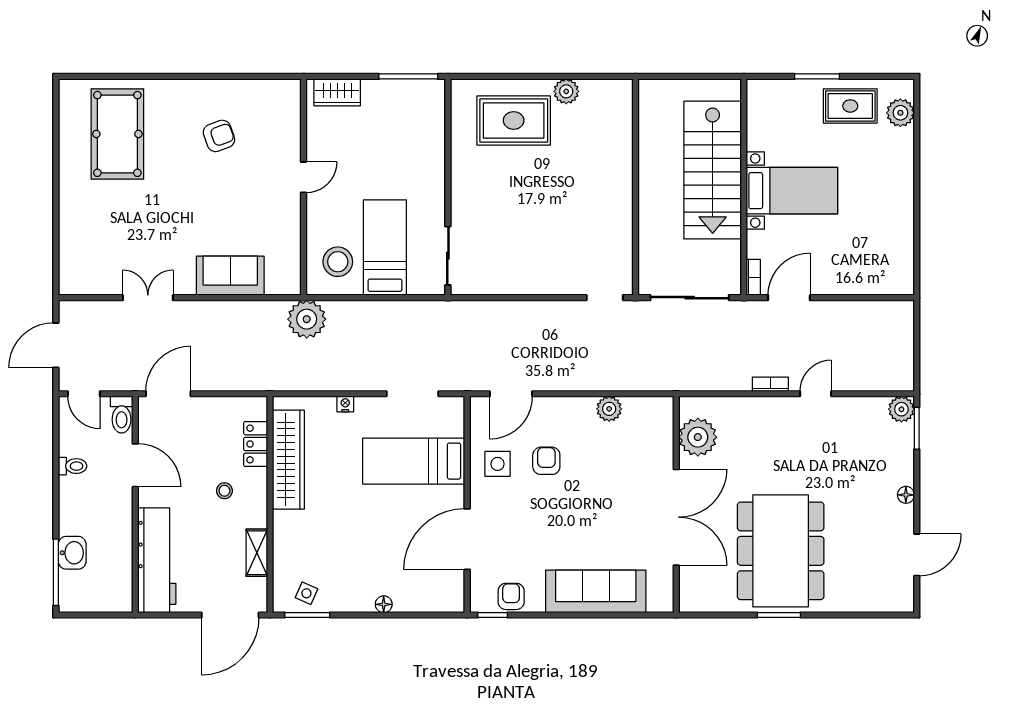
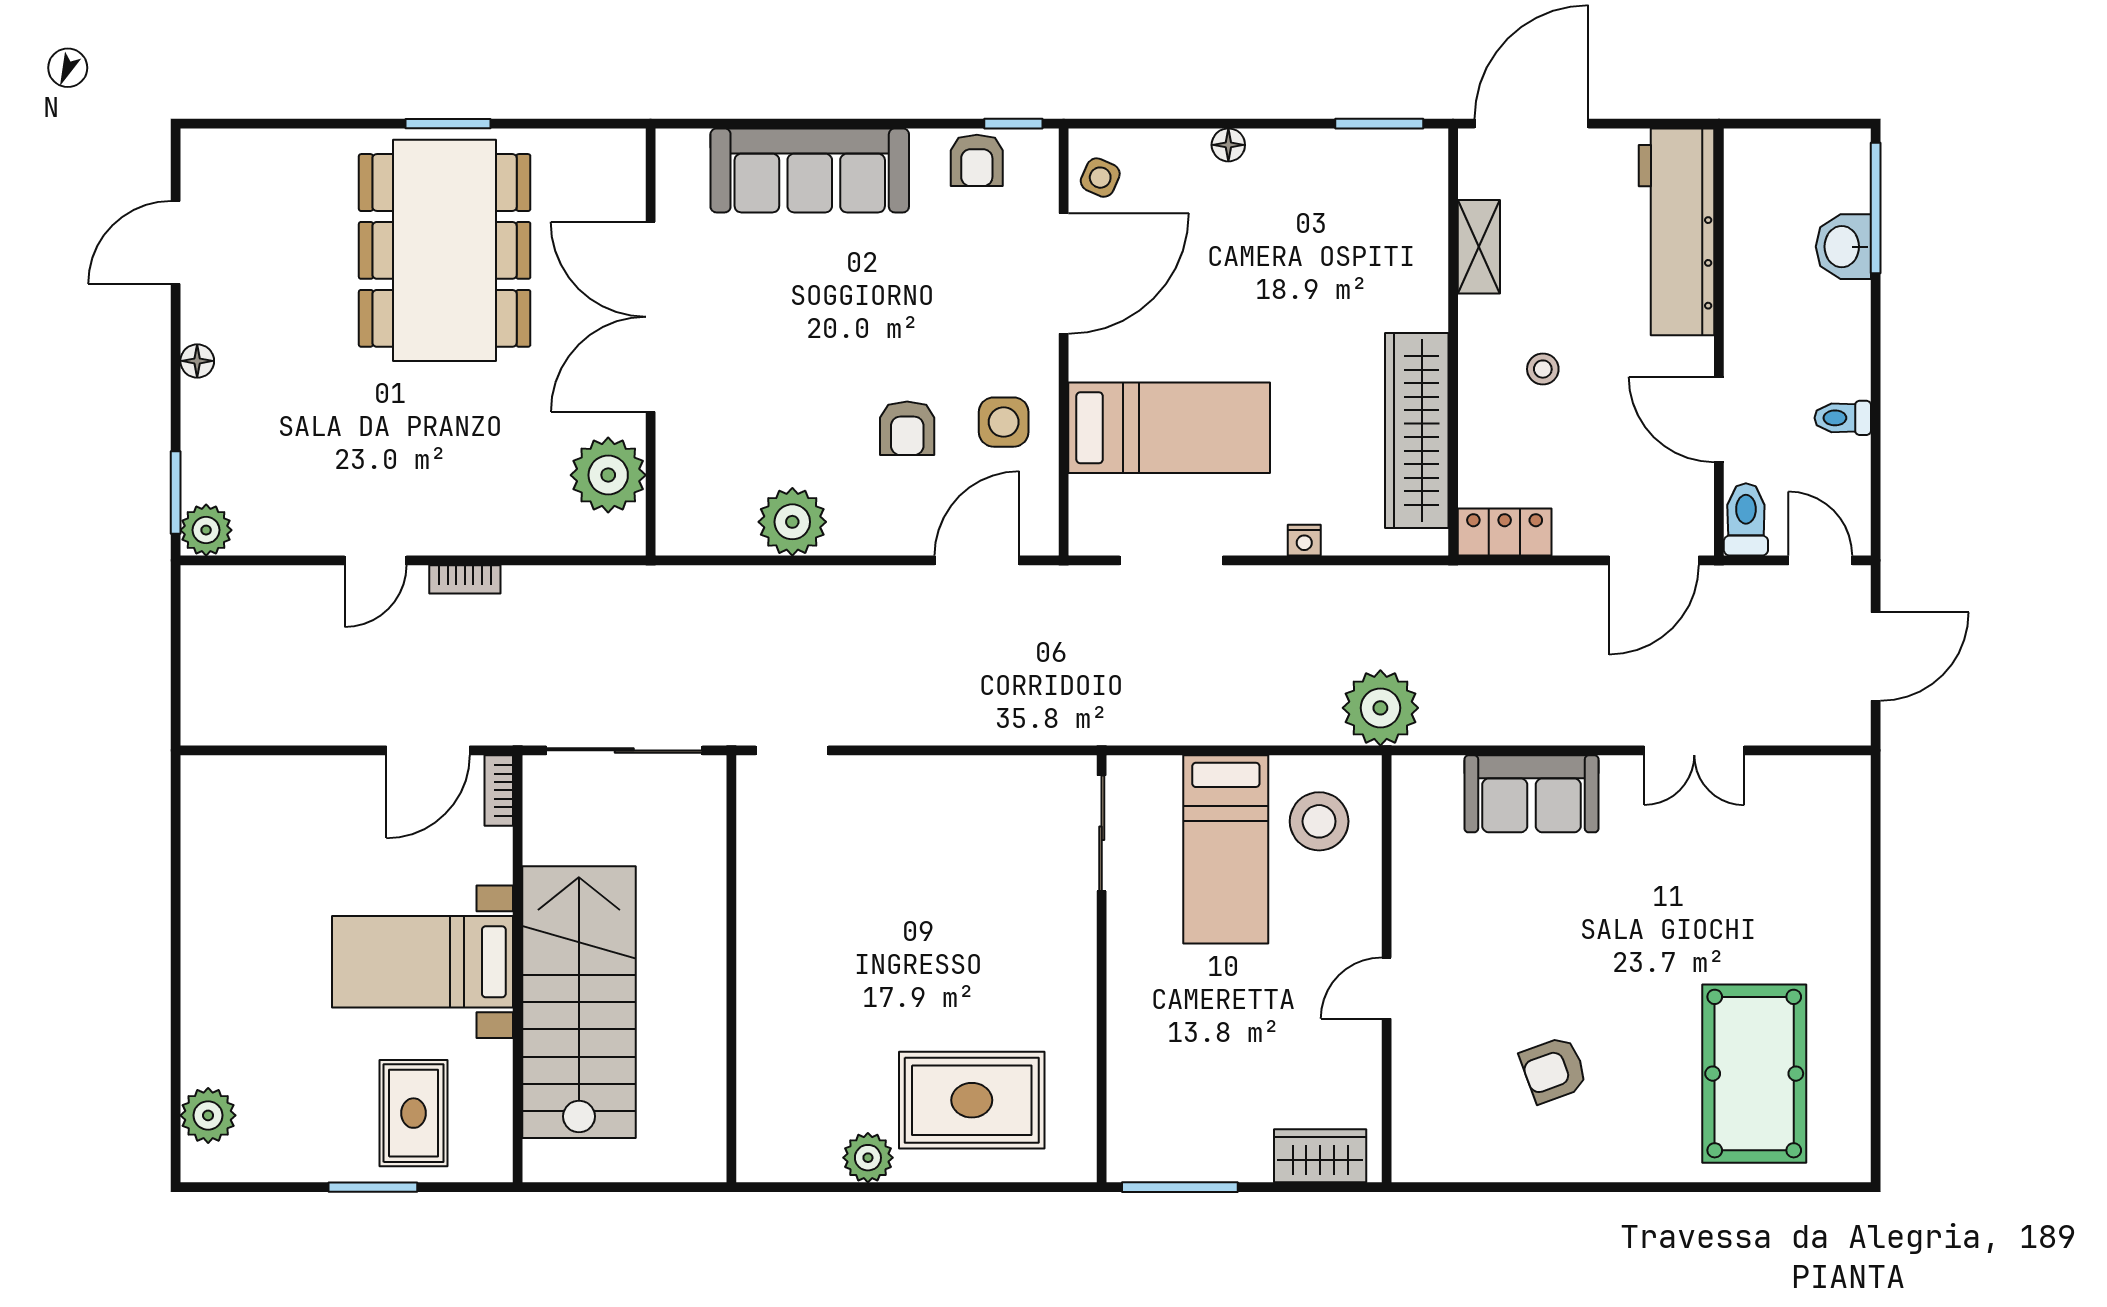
rug: (850, 106) -> (413, 1113), moved, turned 90
plant: (609, 409) -> (792, 522), width x1.36, depth x1.36
locker: (256, 444) -> (1505, 532), moved, turned -90
side table: (306, 593) -> (1100, 178), moved

